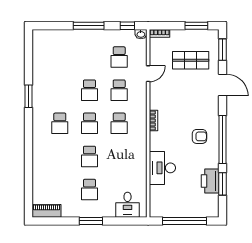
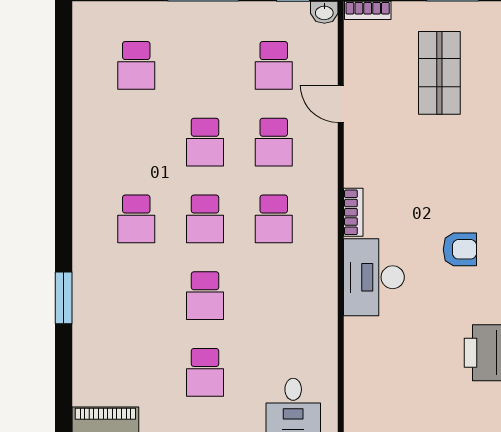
school desk: (60, 57) -> (136, 65), added
shop shelf: (191, 60) -> (439, 73), turned 90
door: (148, 74) -> (341, 104), swing flipped
window: (28, 96) -> (64, 298), moved
desk: (162, 168) -> (374, 277), moved

